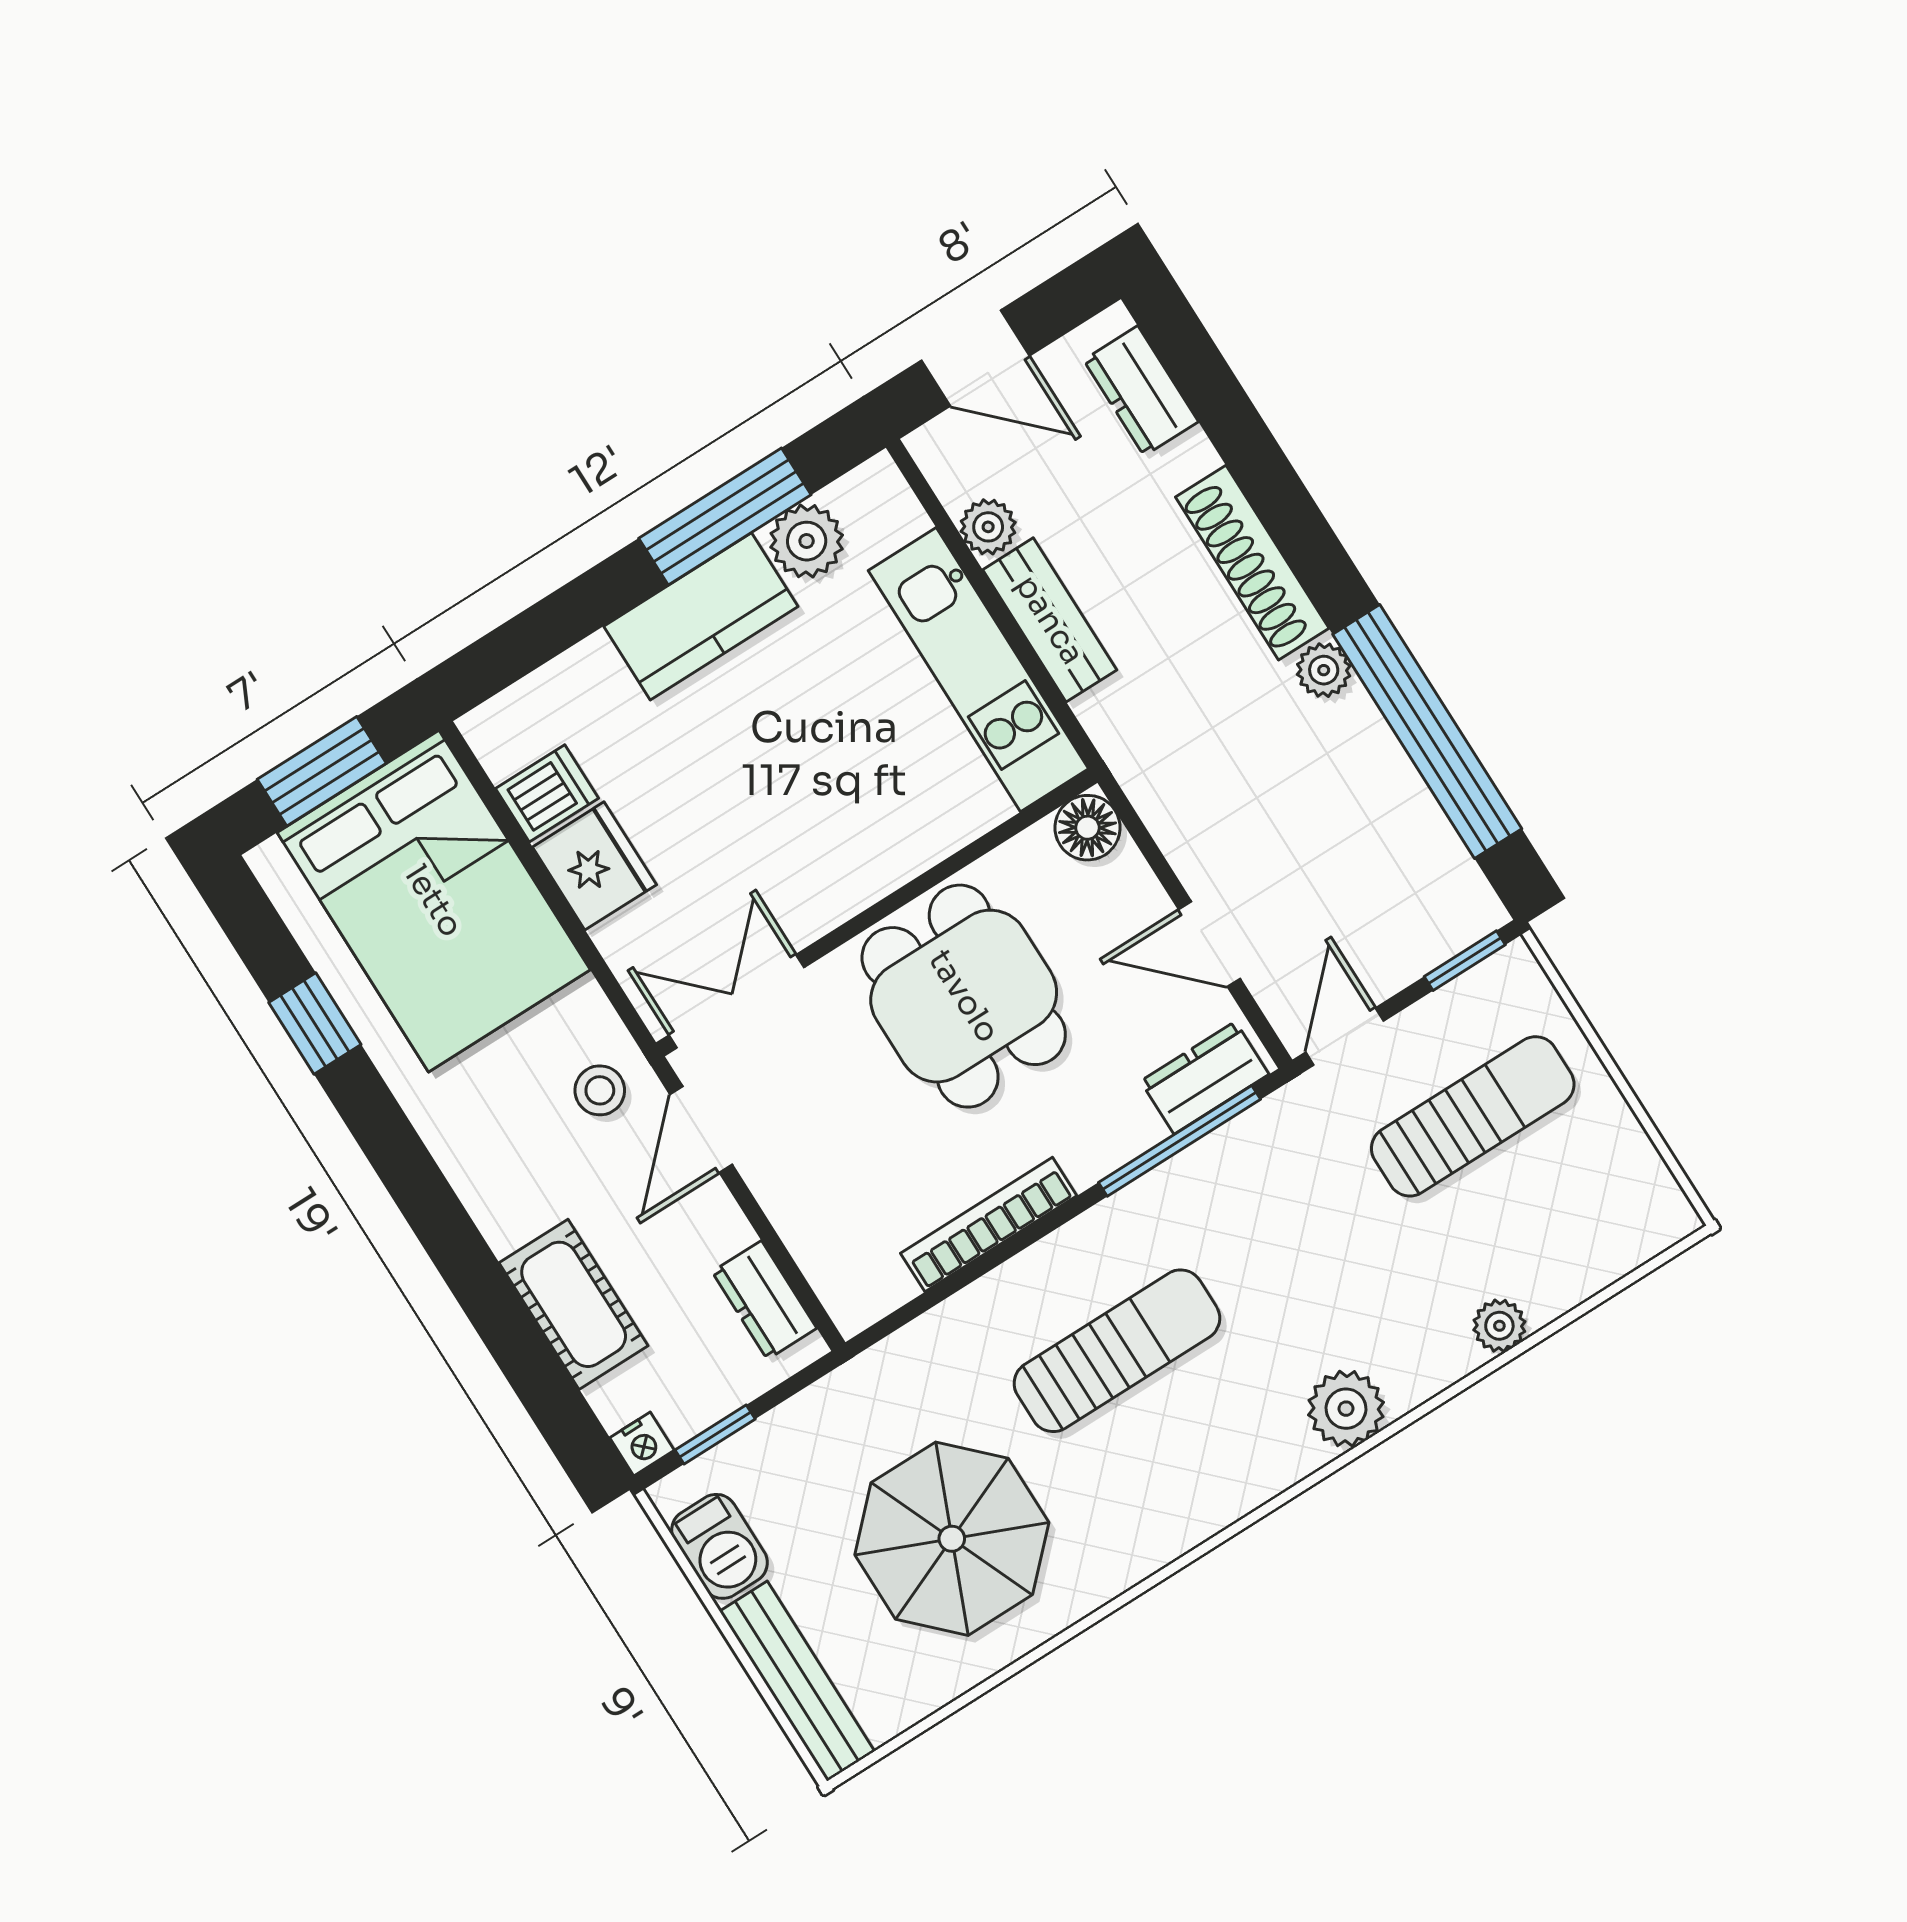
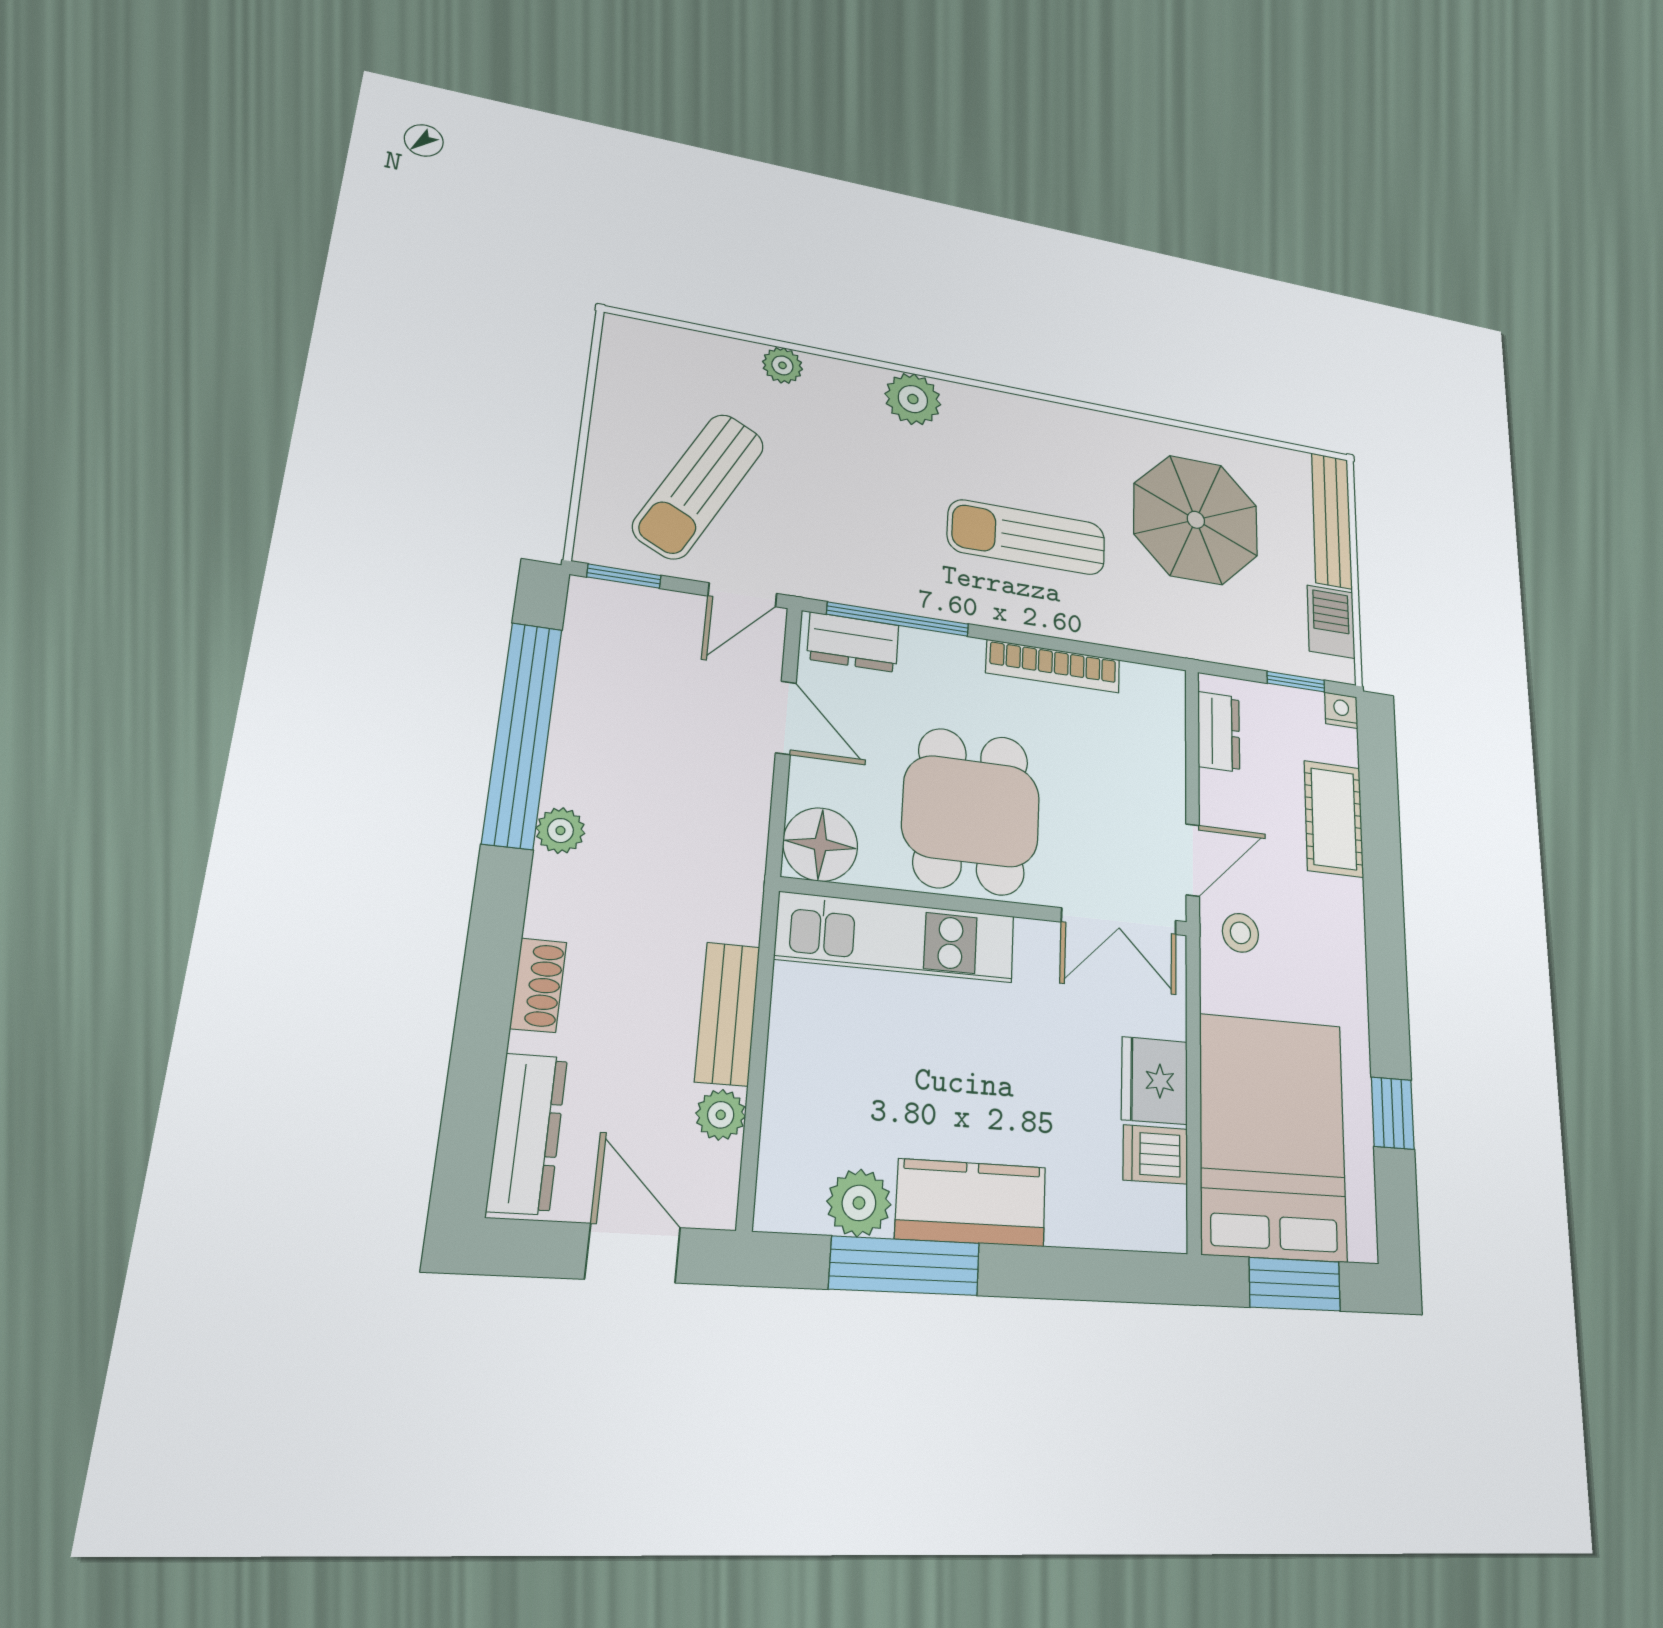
dresser: (1141, 391) -> (527, 1133), width x1.44
shoe rack: (1252, 563) -> (538, 985), width x0.51, depth x0.81
kitchen unit: (978, 670) -> (897, 937), moved, turned 90
floor lamp: (1087, 828) -> (820, 844), width x1.38, depth x1.38
sun lounger: (1473, 1116) -> (699, 486), turned -63

